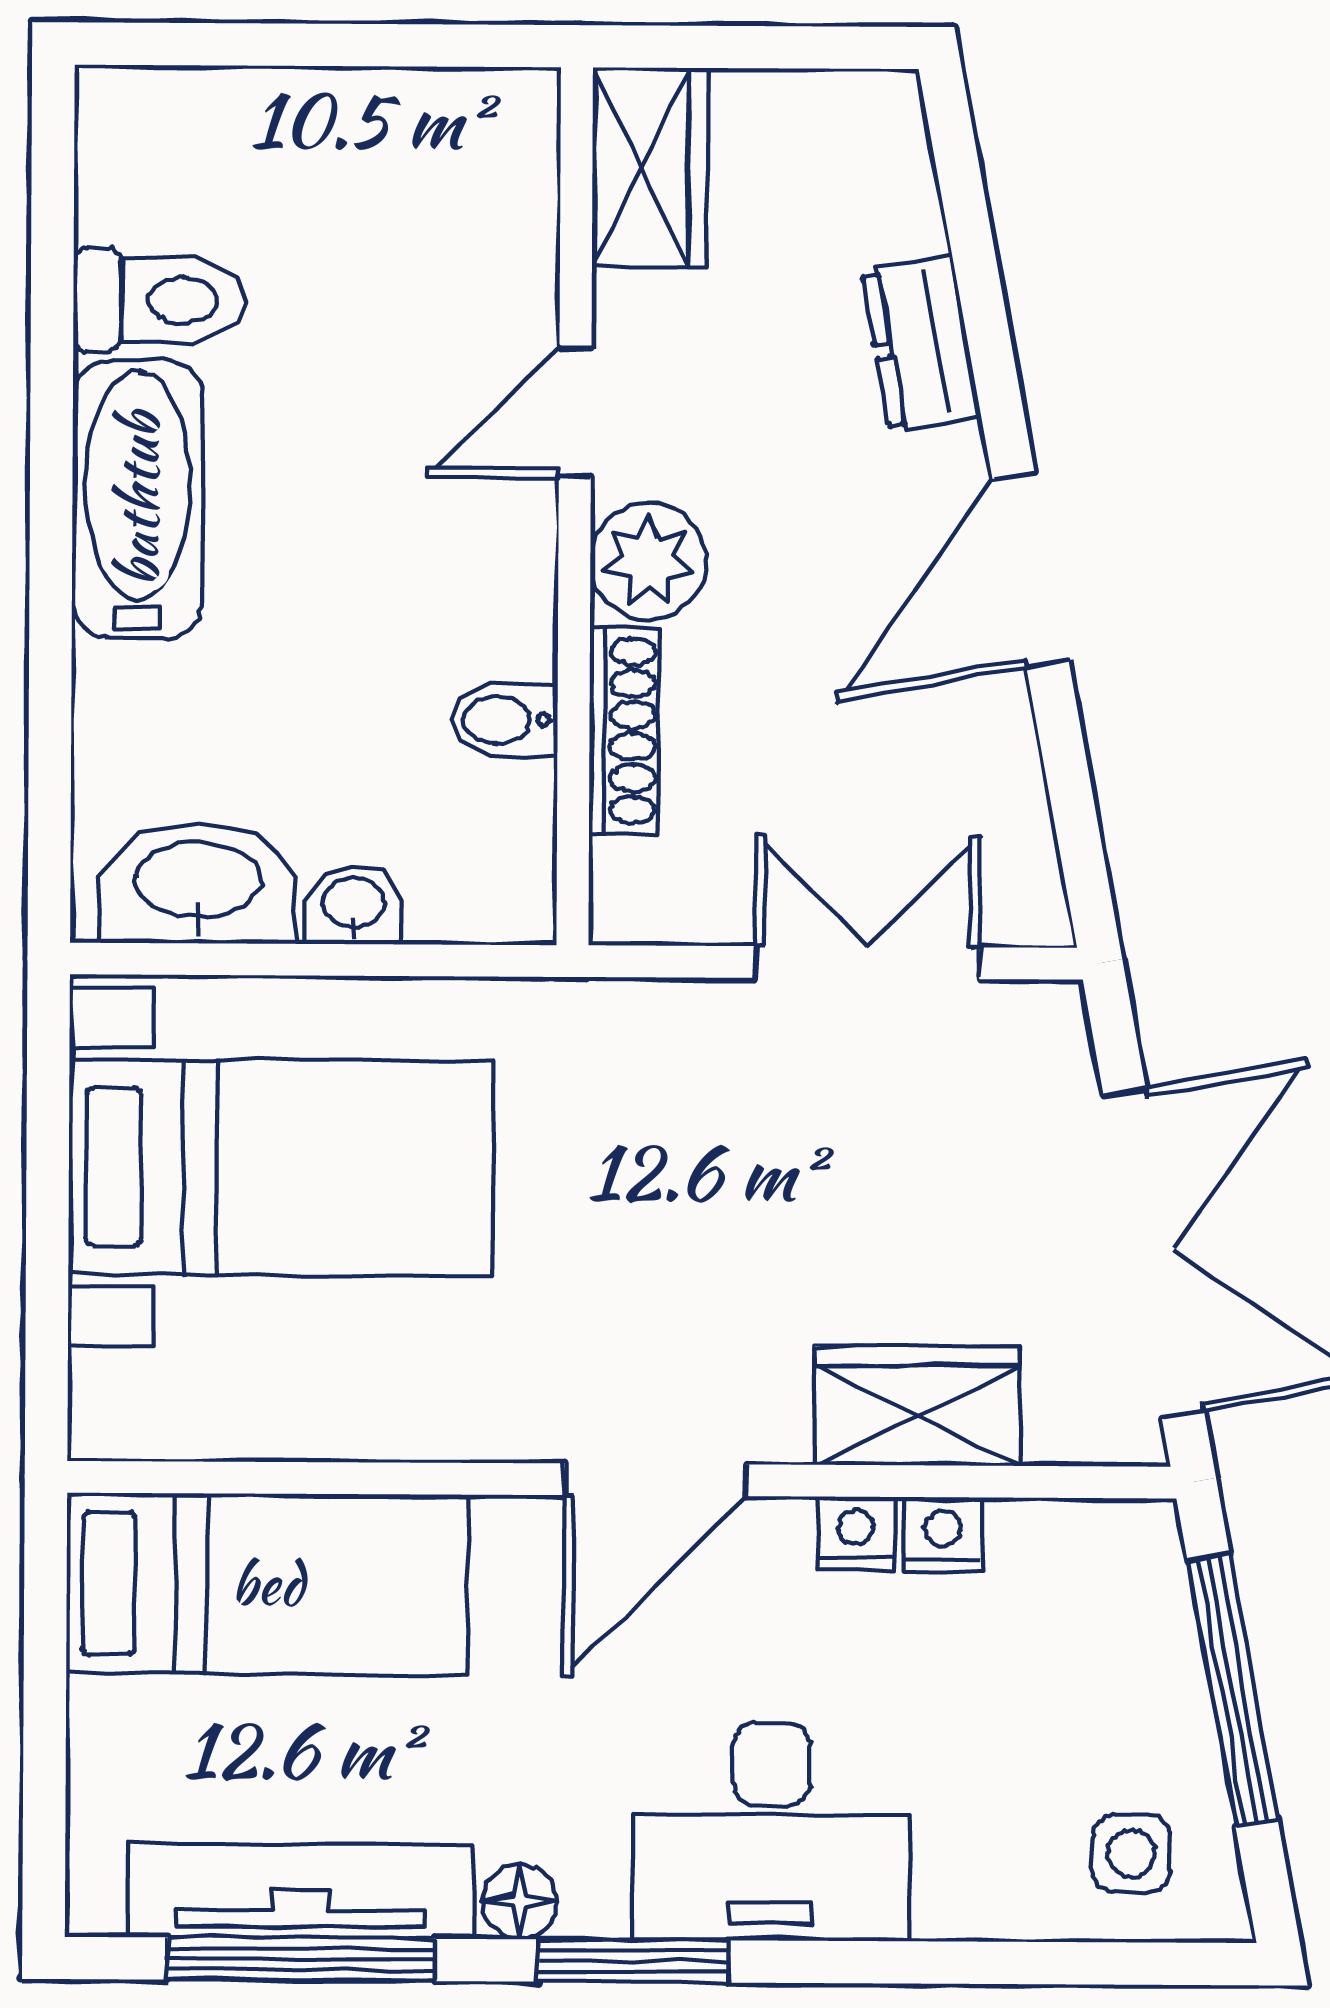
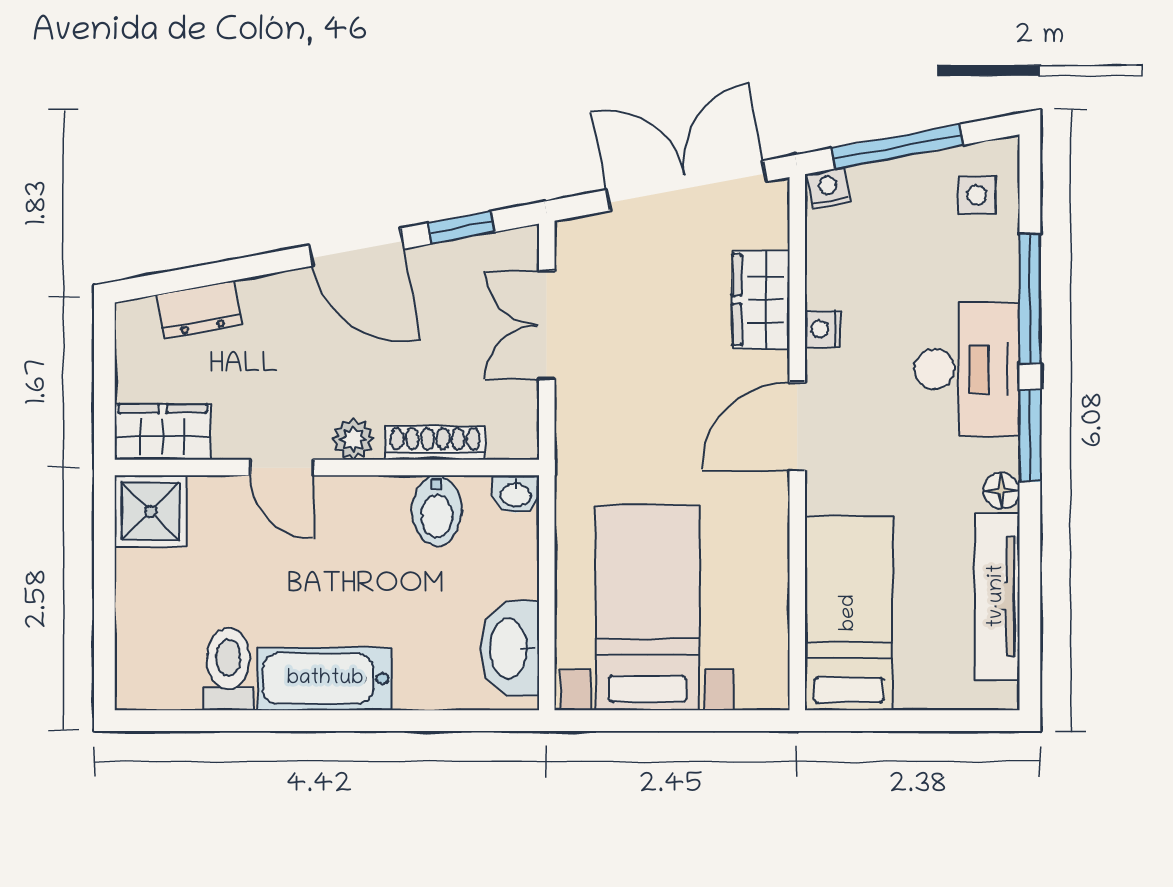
shower: (486, 141) -> (151, 511), added
dresser: (921, 344) -> (199, 309), moved
plant: (648, 561) -> (353, 439), width x0.73, depth x0.73
bidet: (504, 720) -> (437, 511), width x1.38, depth x1.36
window: (1070, 787) -> (461, 228), added
washbasin: (353, 905) -> (516, 494), moved, turned -90
door: (655, 1480) -> (797, 426), swing flipped
nightstand: (942, 1535) -> (828, 188), moved, turned 79
window: (301, 1959) -> (1030, 299), moved

